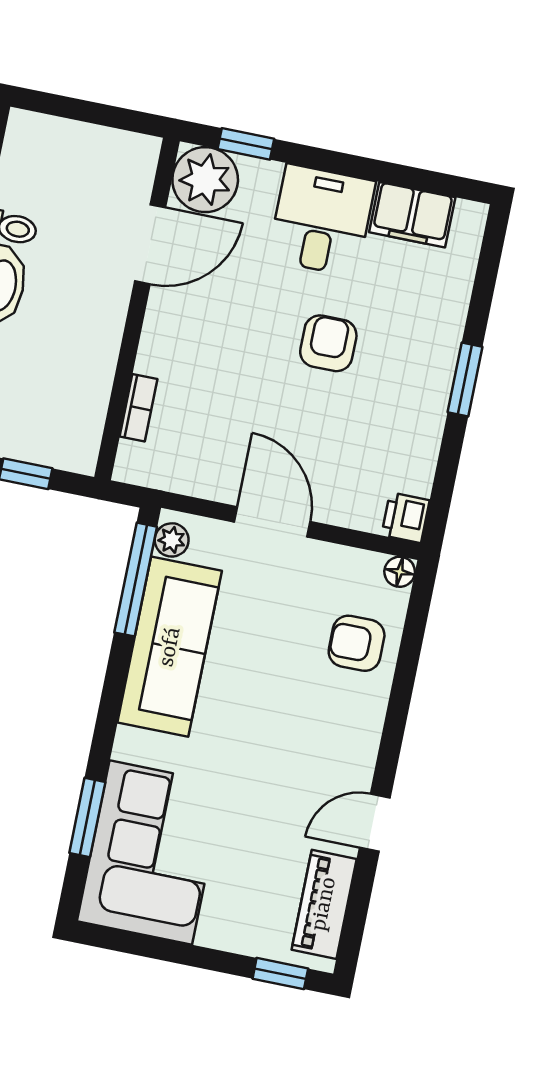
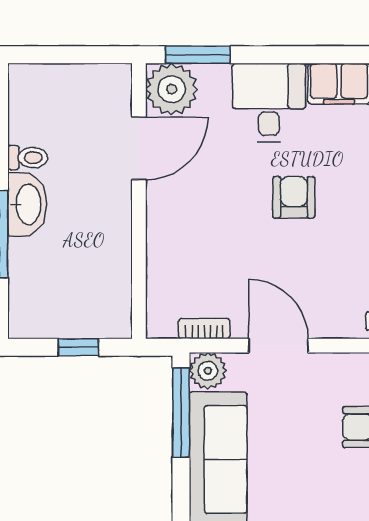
window: (246, 144) -> (198, 55), width x1.50
bookcase: (138, 408) -> (204, 329), moved, turned -90
plant: (172, 540) -> (208, 371), width x1.38, depth x1.38

